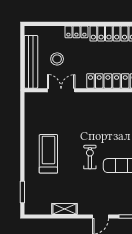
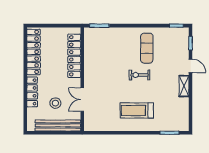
locker: (76, 32) -> (32, 92), width x1.53
shelving: (64, 209) -> (184, 86), moved

